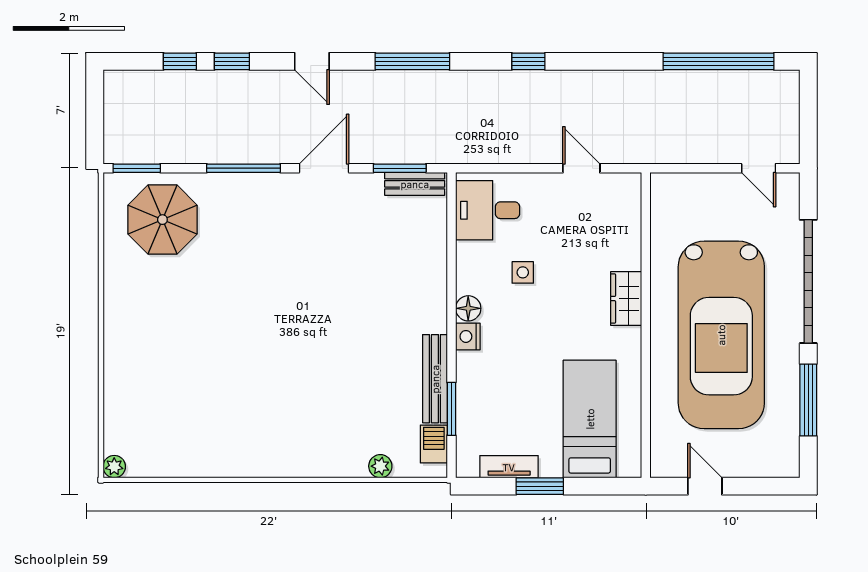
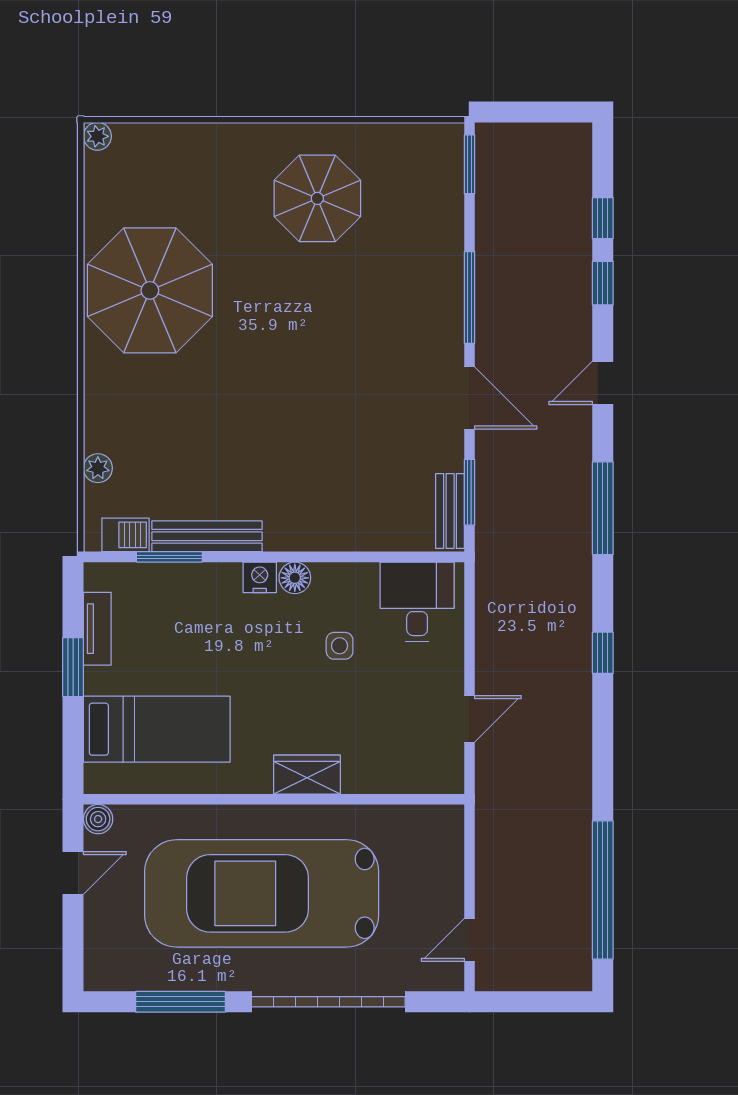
parasol: (162, 220) -> (317, 198), moved
parasol: (238, 424) -> (150, 290), added
boiler: (662, 466) -> (98, 819), added

